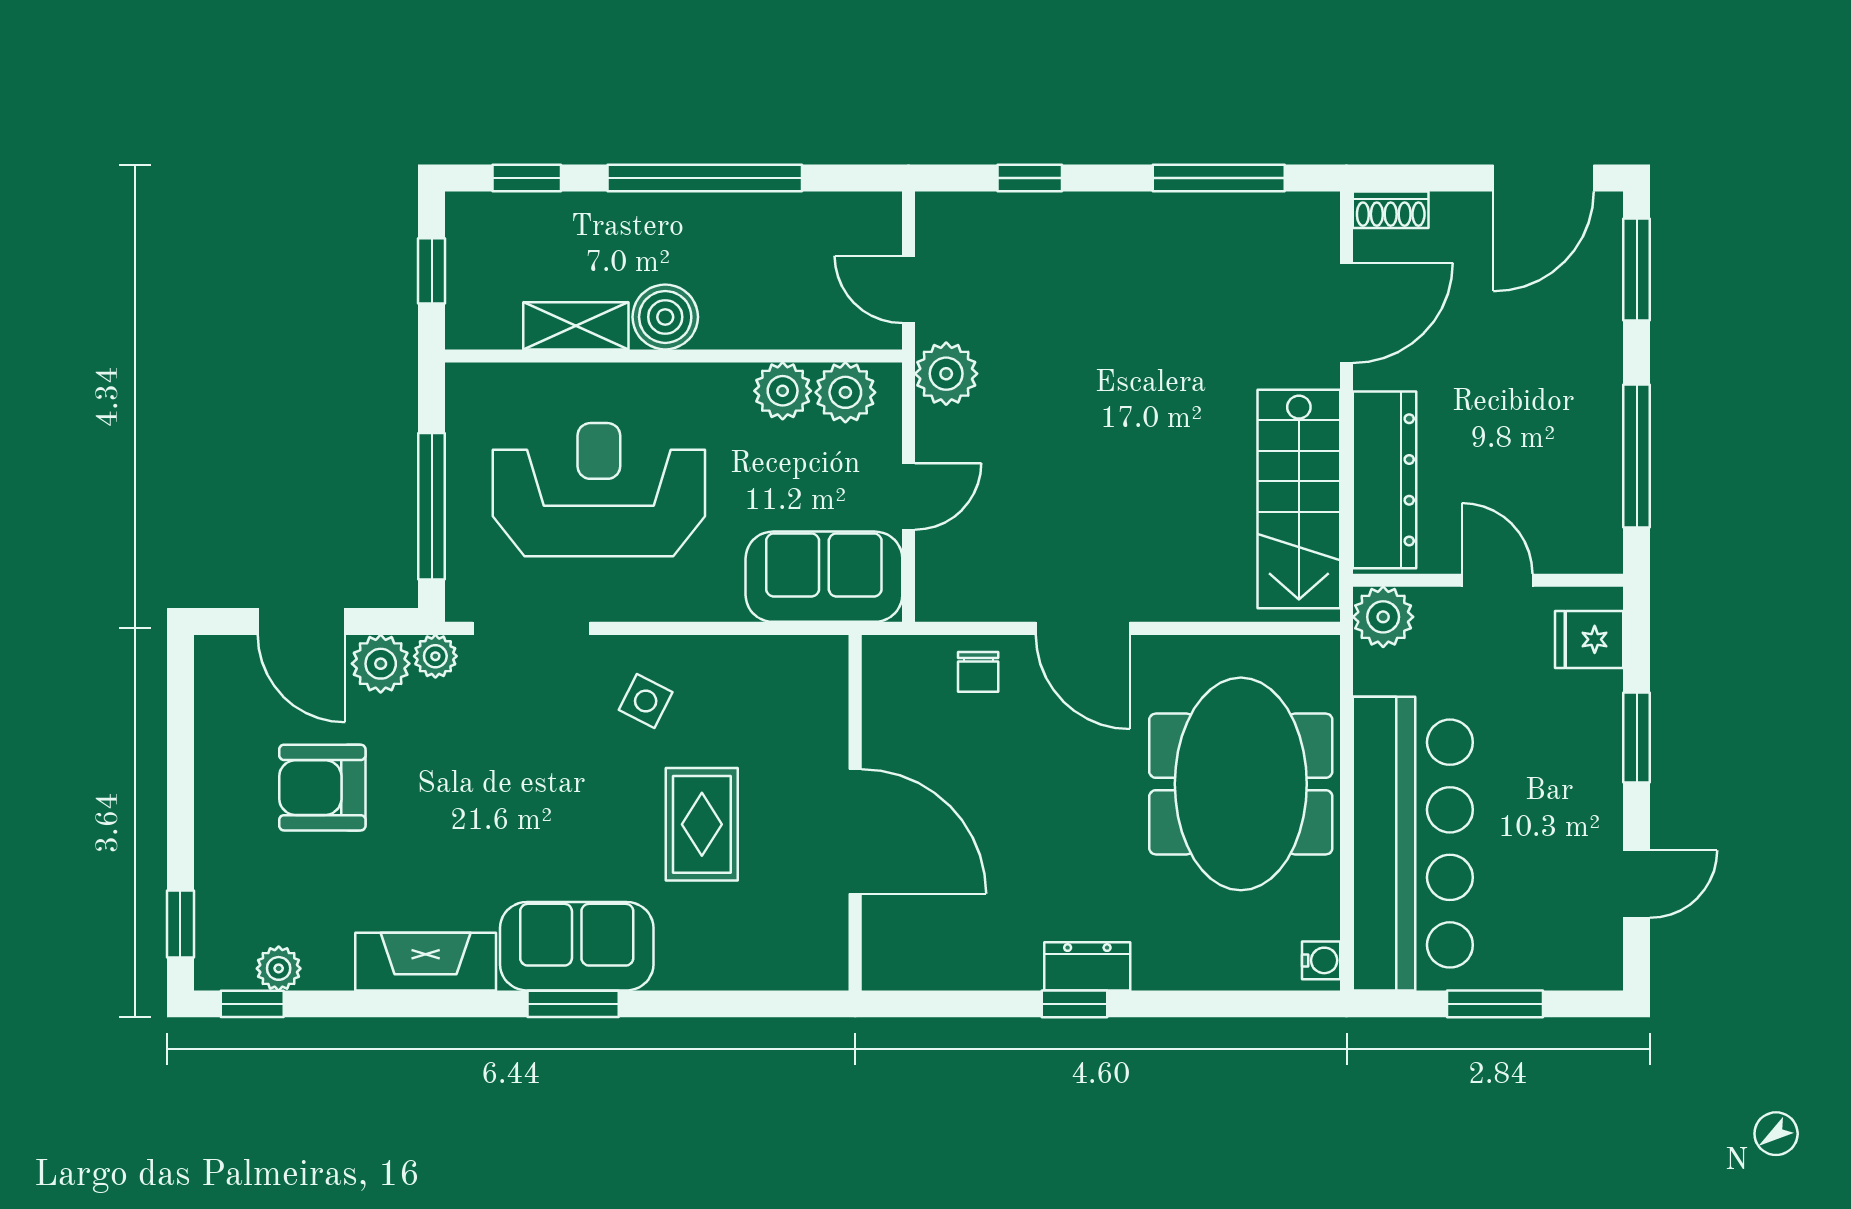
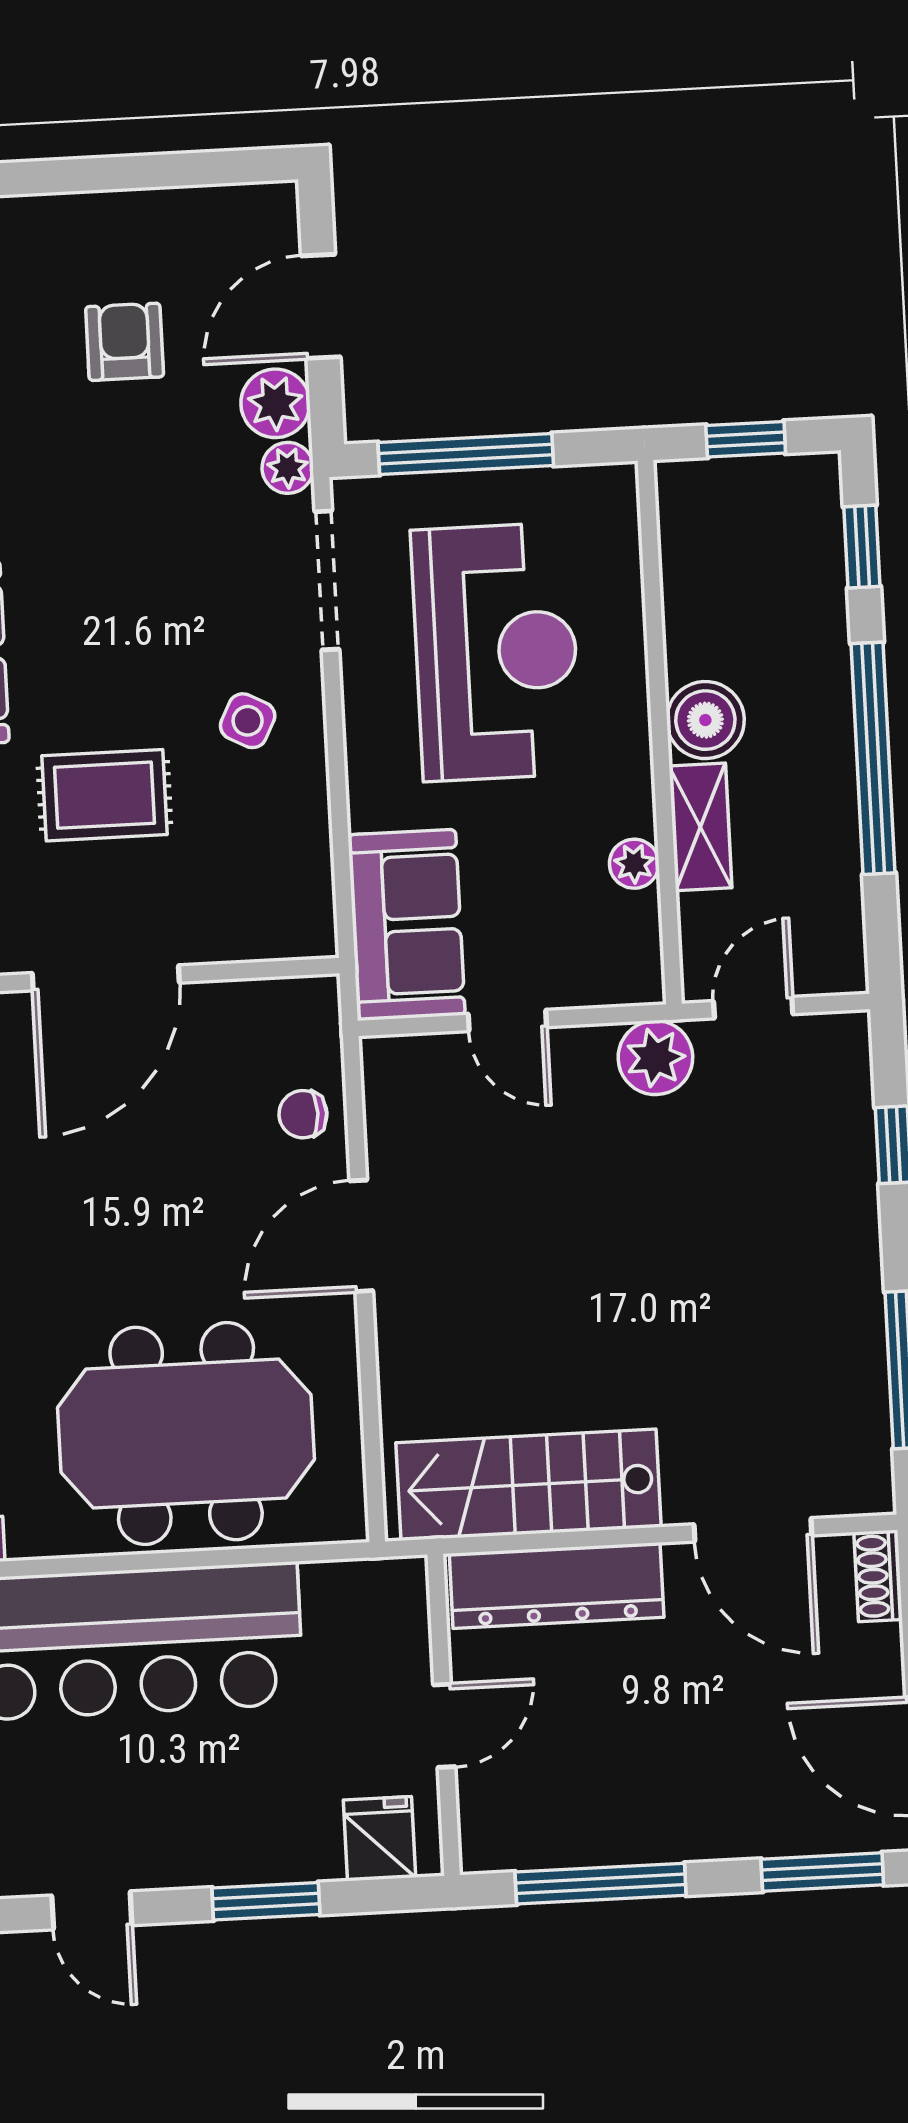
shelving: (576, 326) -> (700, 827), moved
plant: (783, 391) -> (634, 864), width x0.73, depth x0.73
plant: (845, 392) -> (627, 939), removed
plant: (1383, 617) -> (394, 1592), removed
armchair: (322, 788) -> (125, 342), width x0.72, depth x0.72

